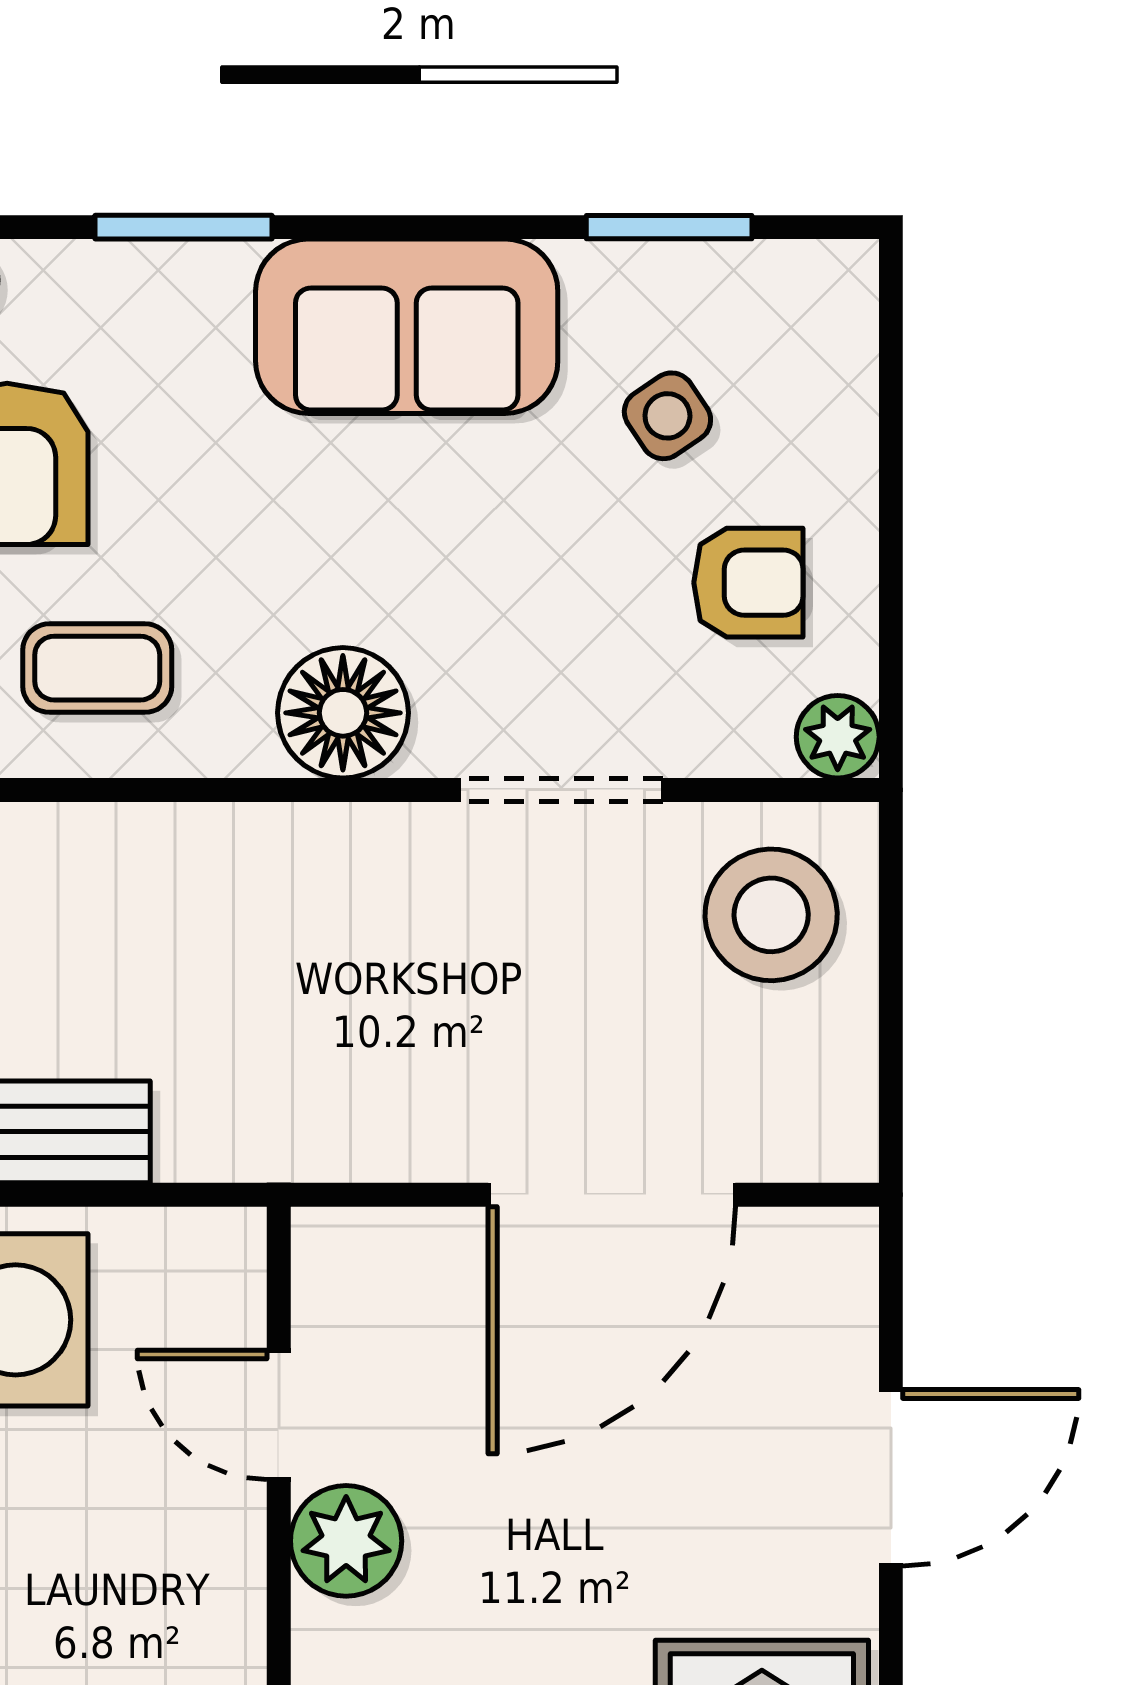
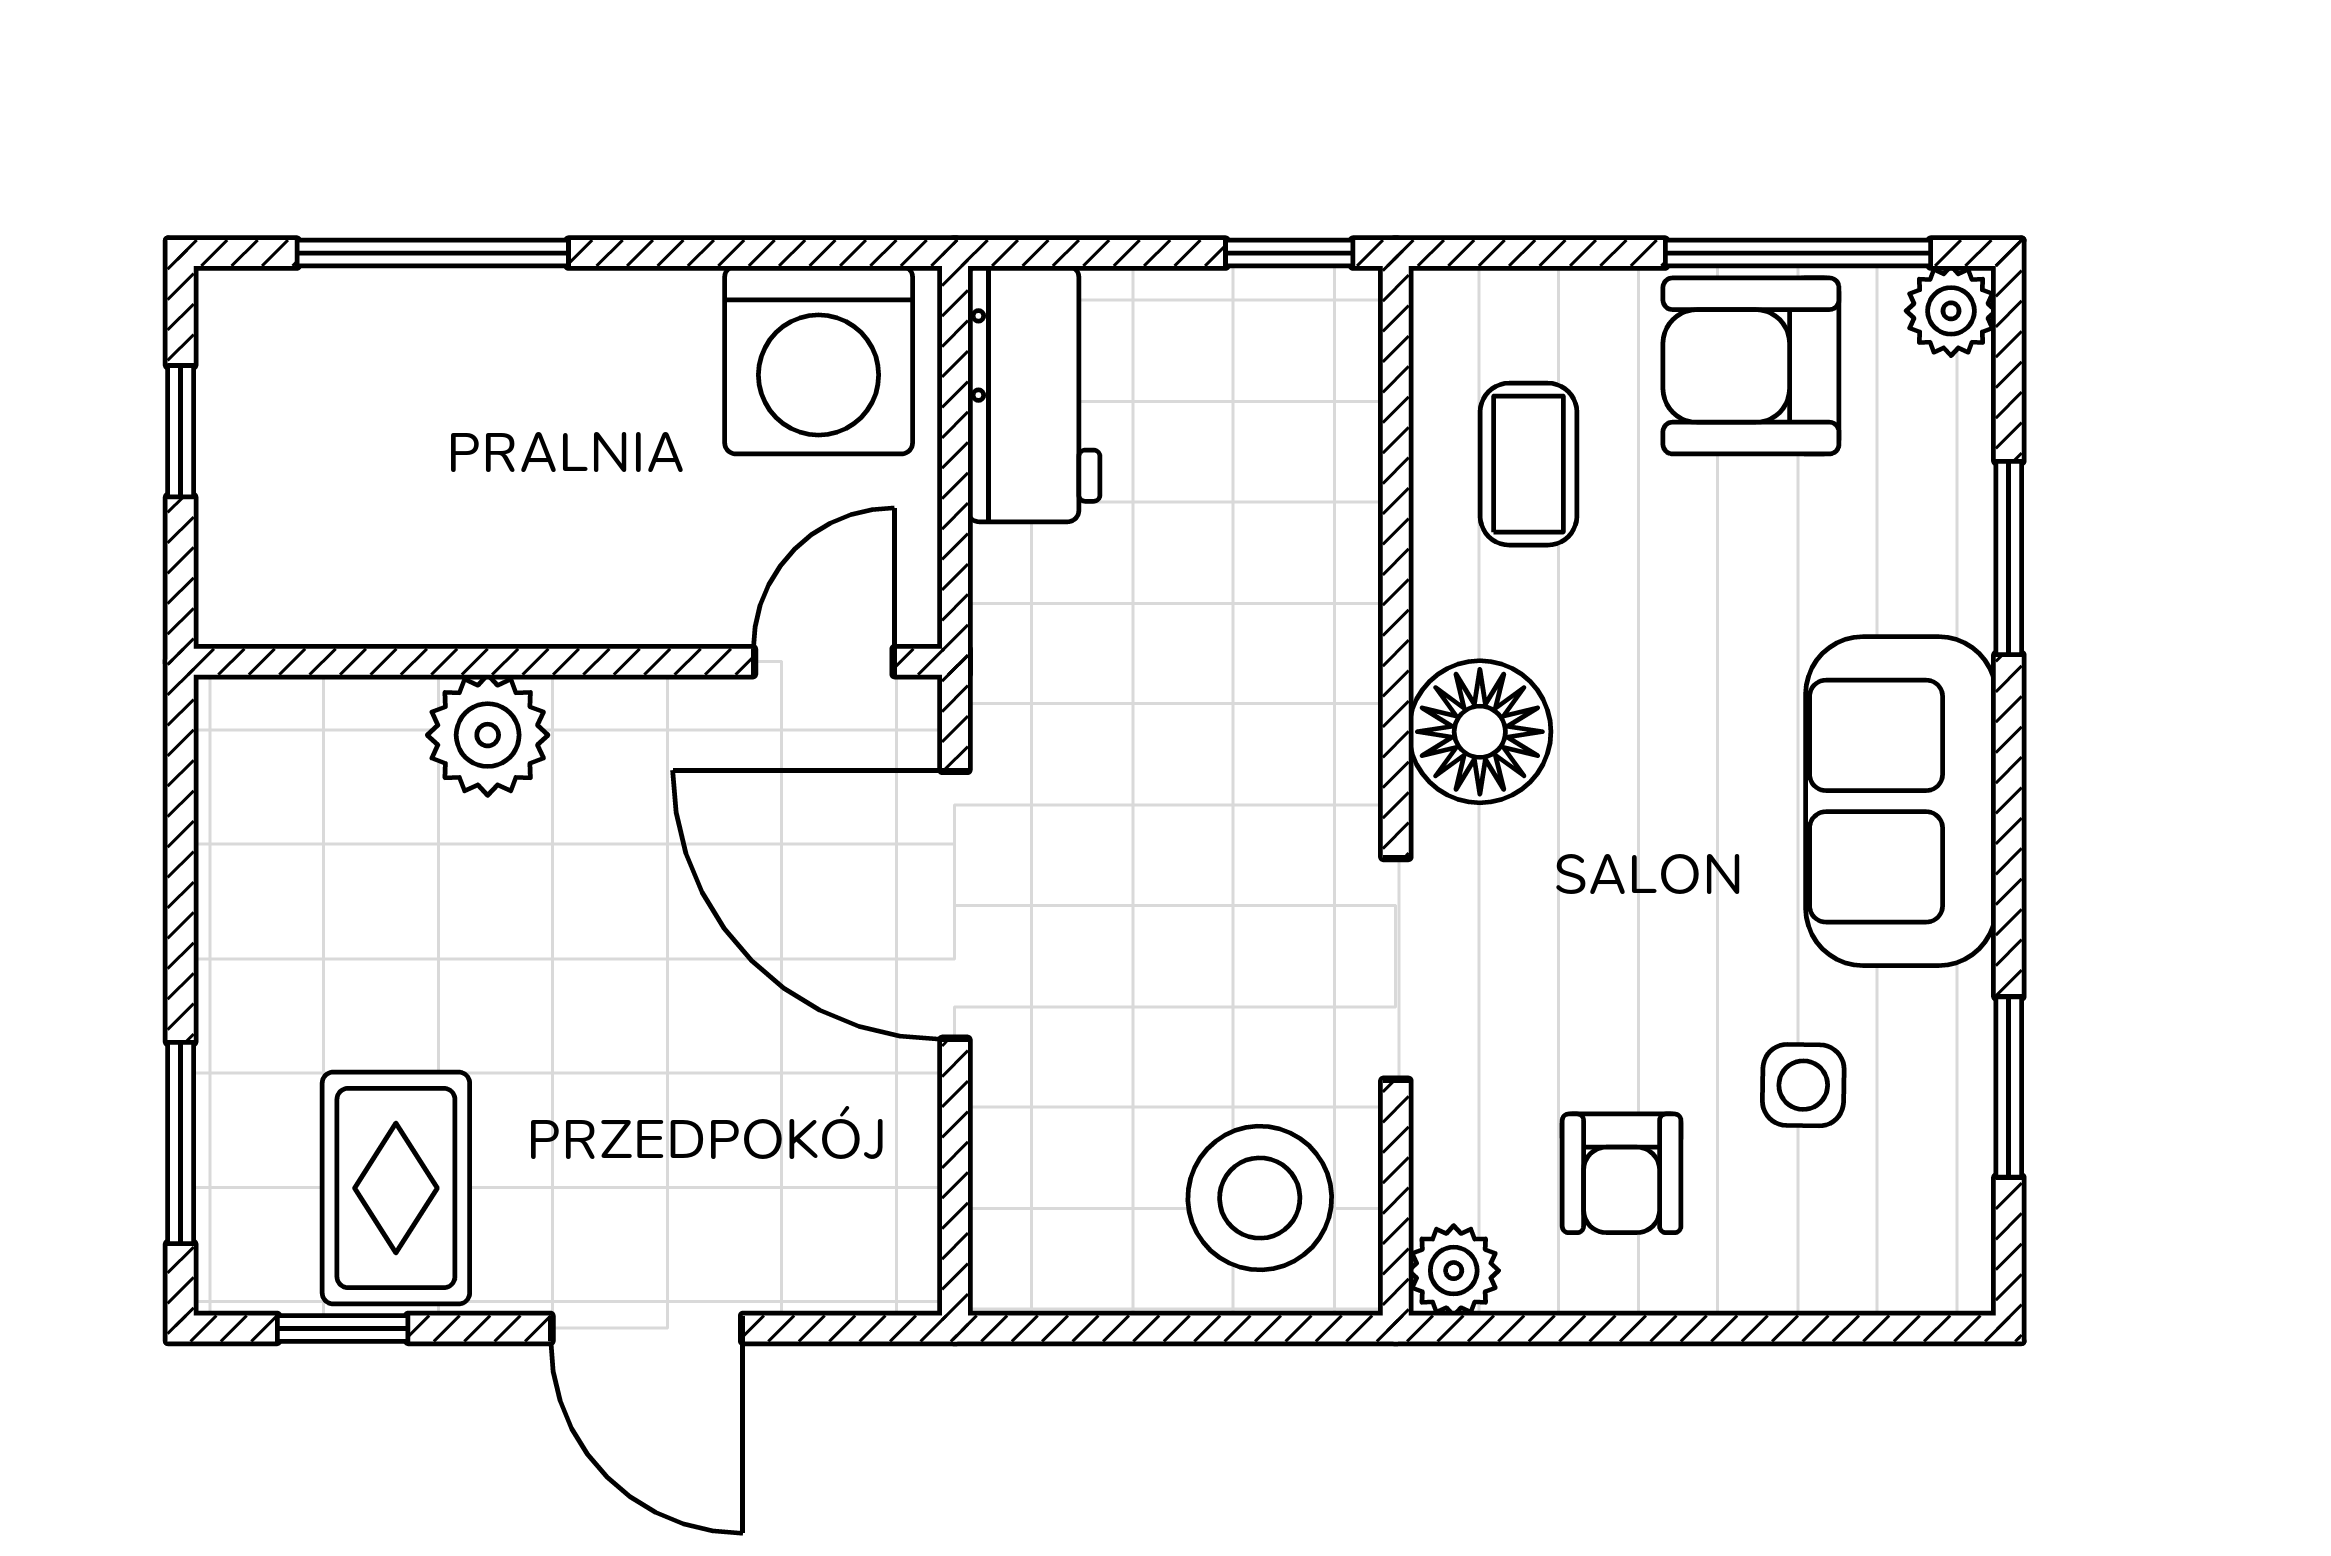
side table: (667, 416) -> (1803, 1085), turned 35
door: (612, 1195) -> (955, 905), moved
door: (279, 1415) -> (824, 662), moved
plant: (346, 1541) -> (488, 735), moved

